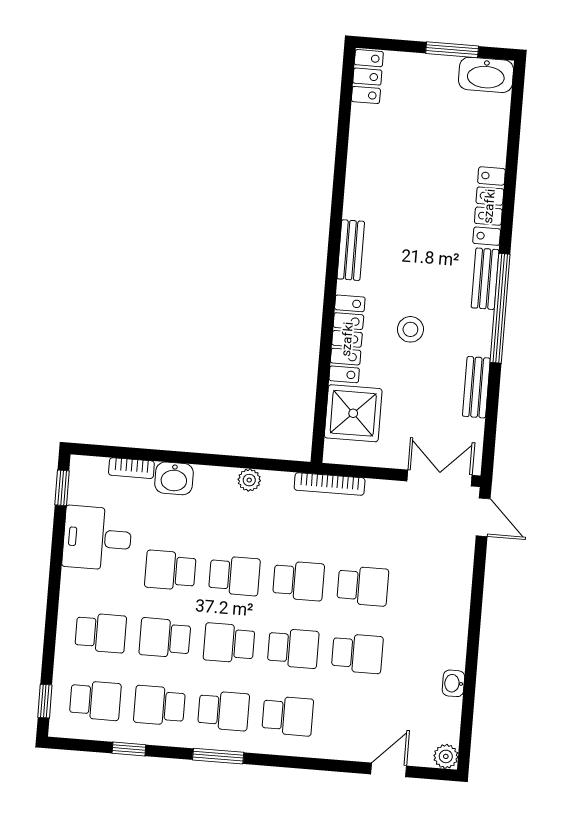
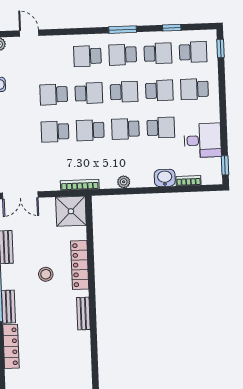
shower: (353, 413) -> (71, 211), moved
school desk: (293, 648) -> (89, 93), turned 180
school desk: (95, 700) -> (193, 52), turned 180
door: (389, 770) -> (29, 33), swing flipped

